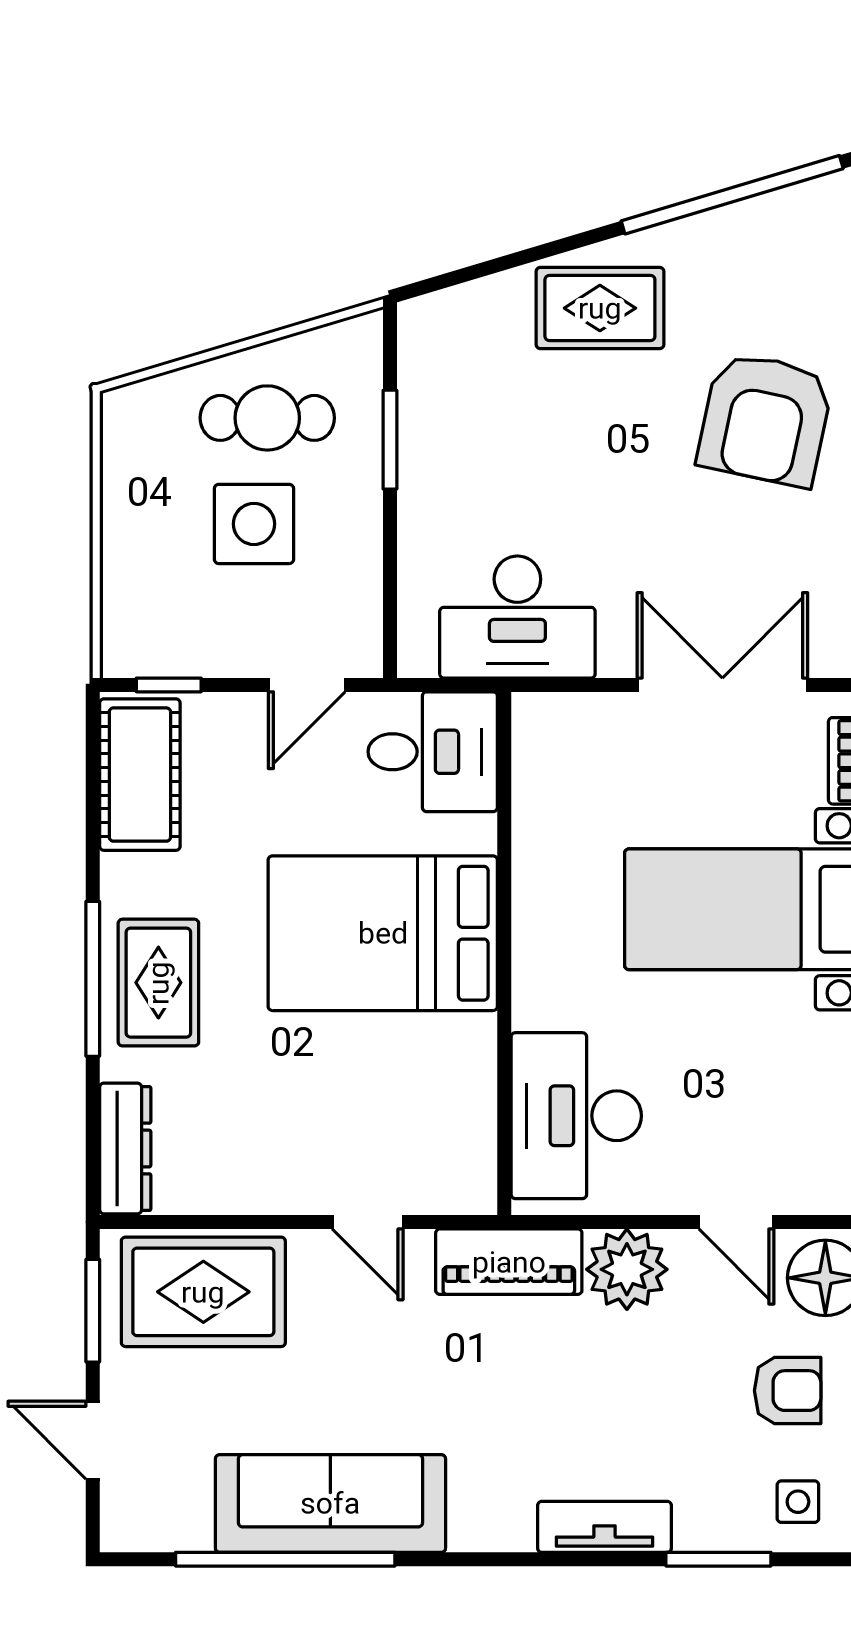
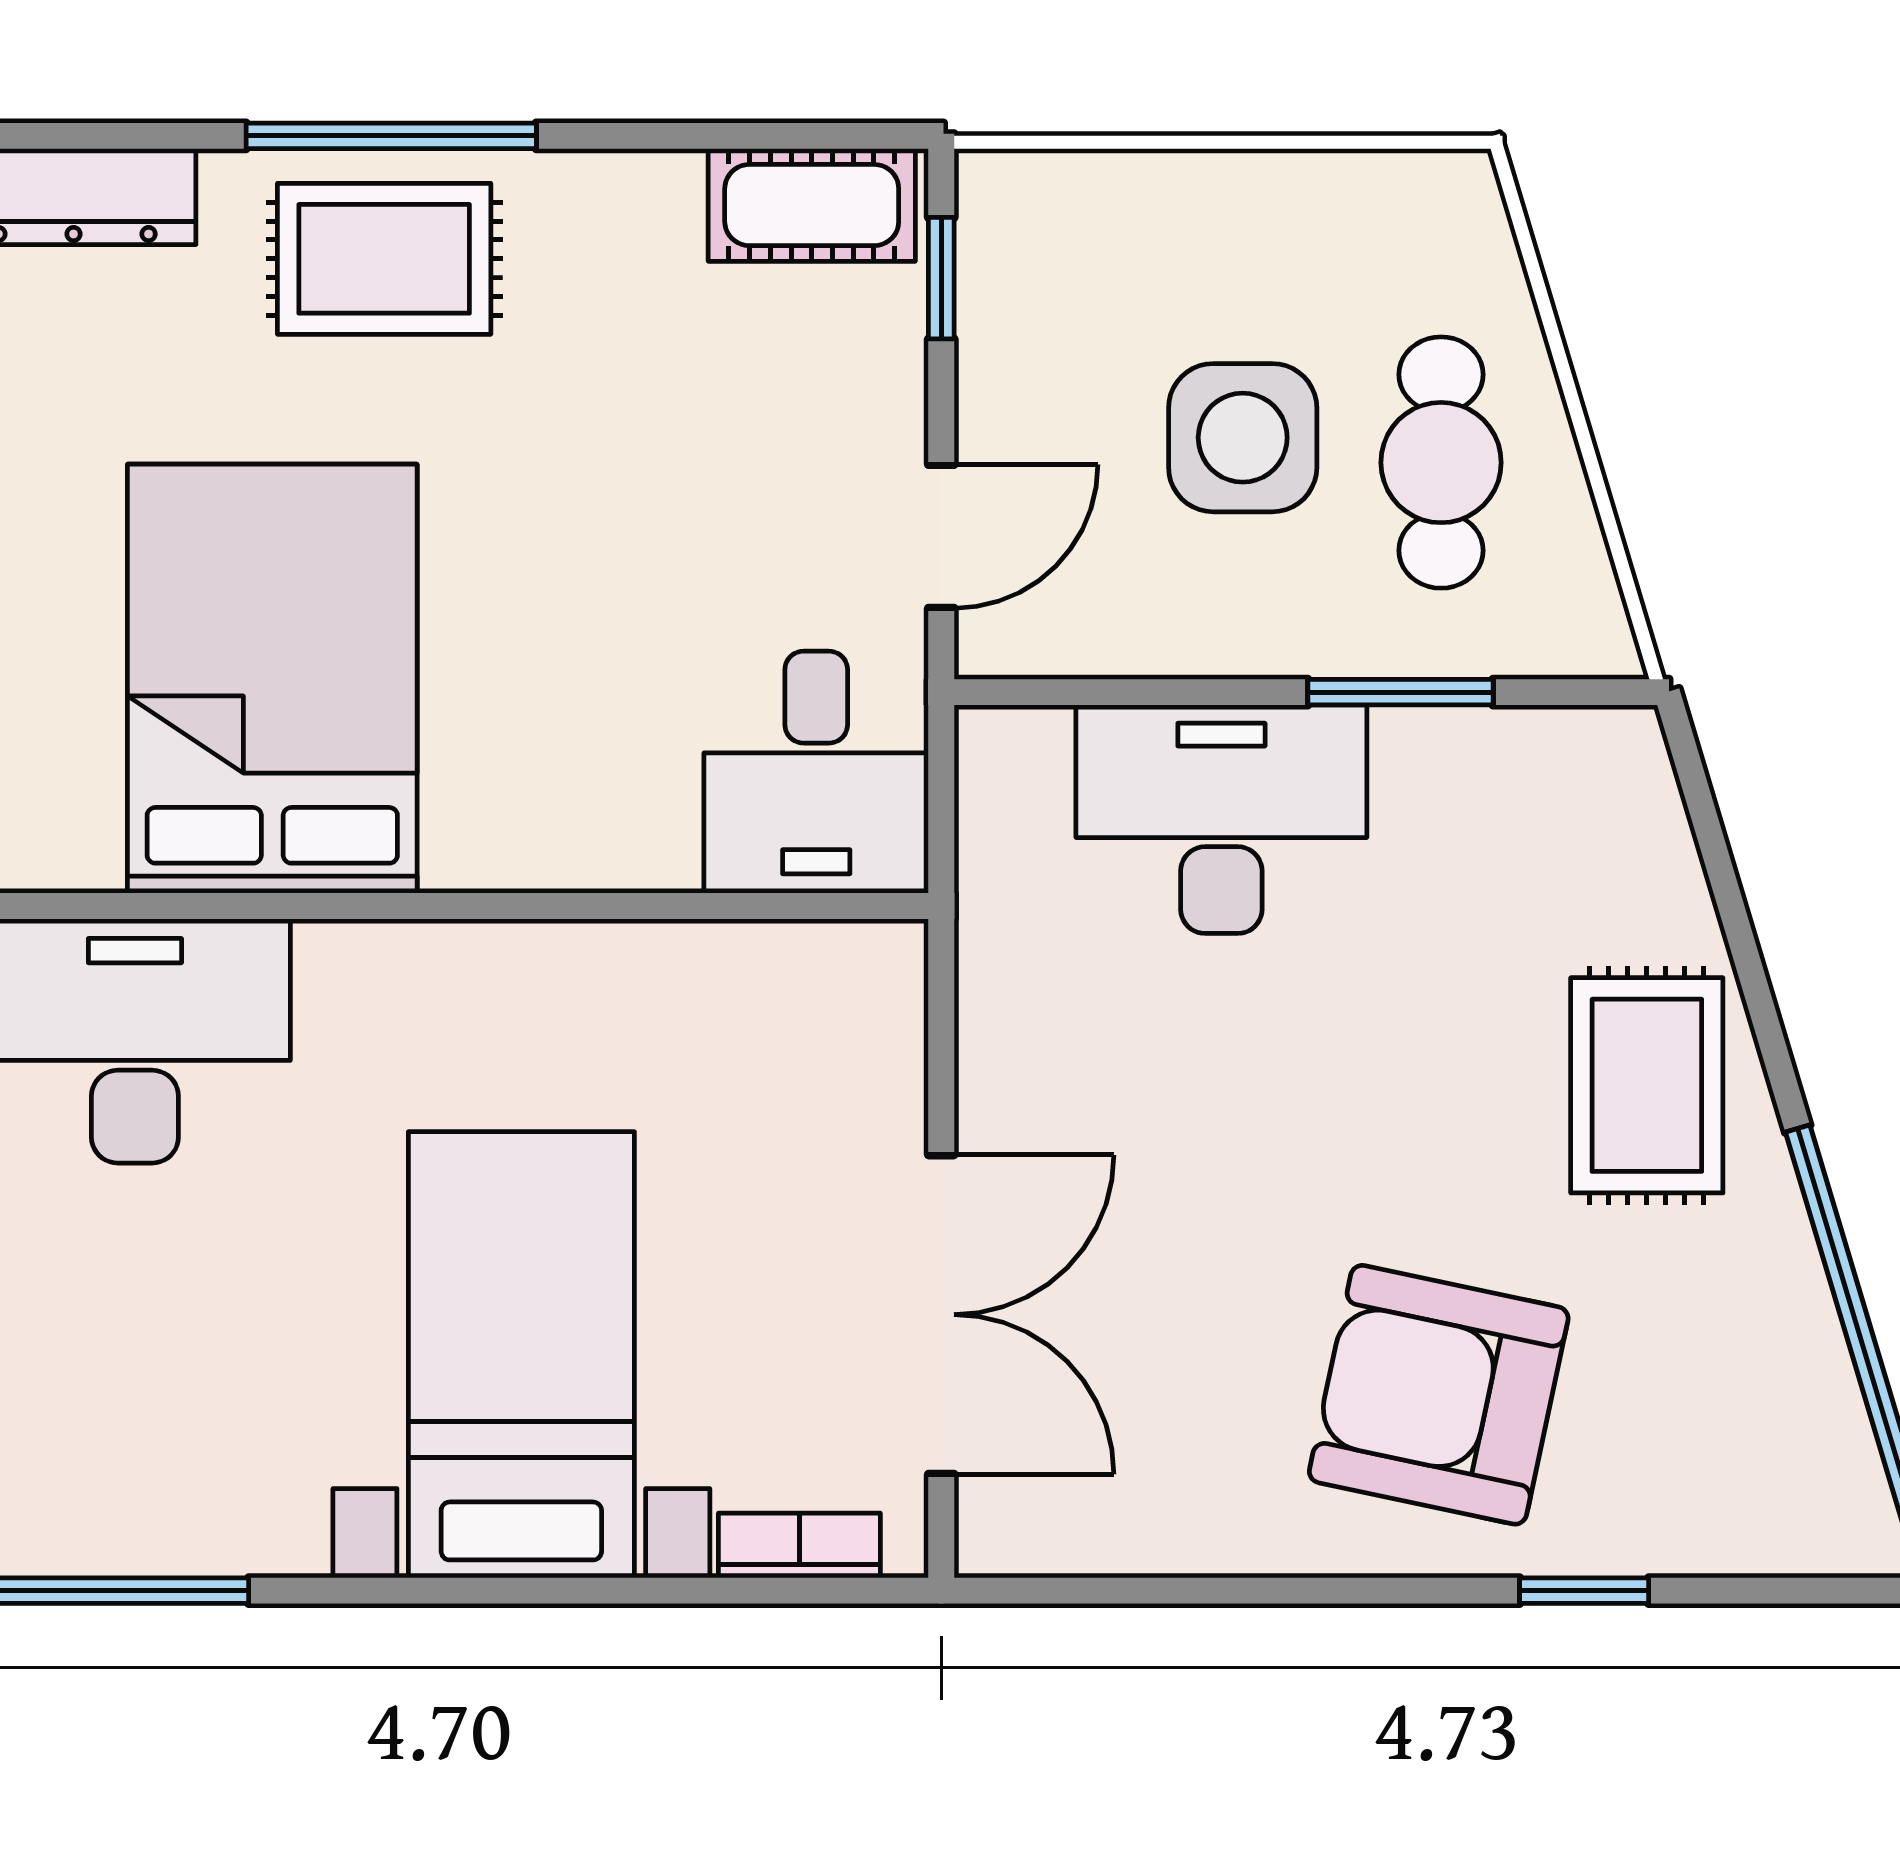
desk: (517, 617) -> (1221, 819), moved, turned 90
door: (307, 685) -> (941, 536), swing flipped
cot: (140, 775) -> (812, 205), width x0.73, depth x0.75
bed: (383, 933) -> (272, 679), moved

